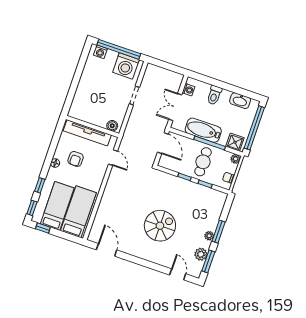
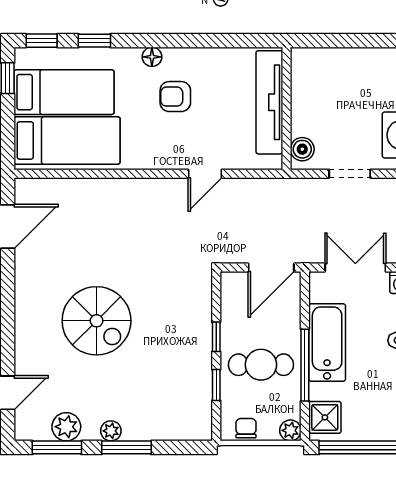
wall: (92, 126) -> (287, 108), moved
boiler: (112, 126) -> (302, 149), moved
tv unit: (87, 133) -> (269, 102), moved

